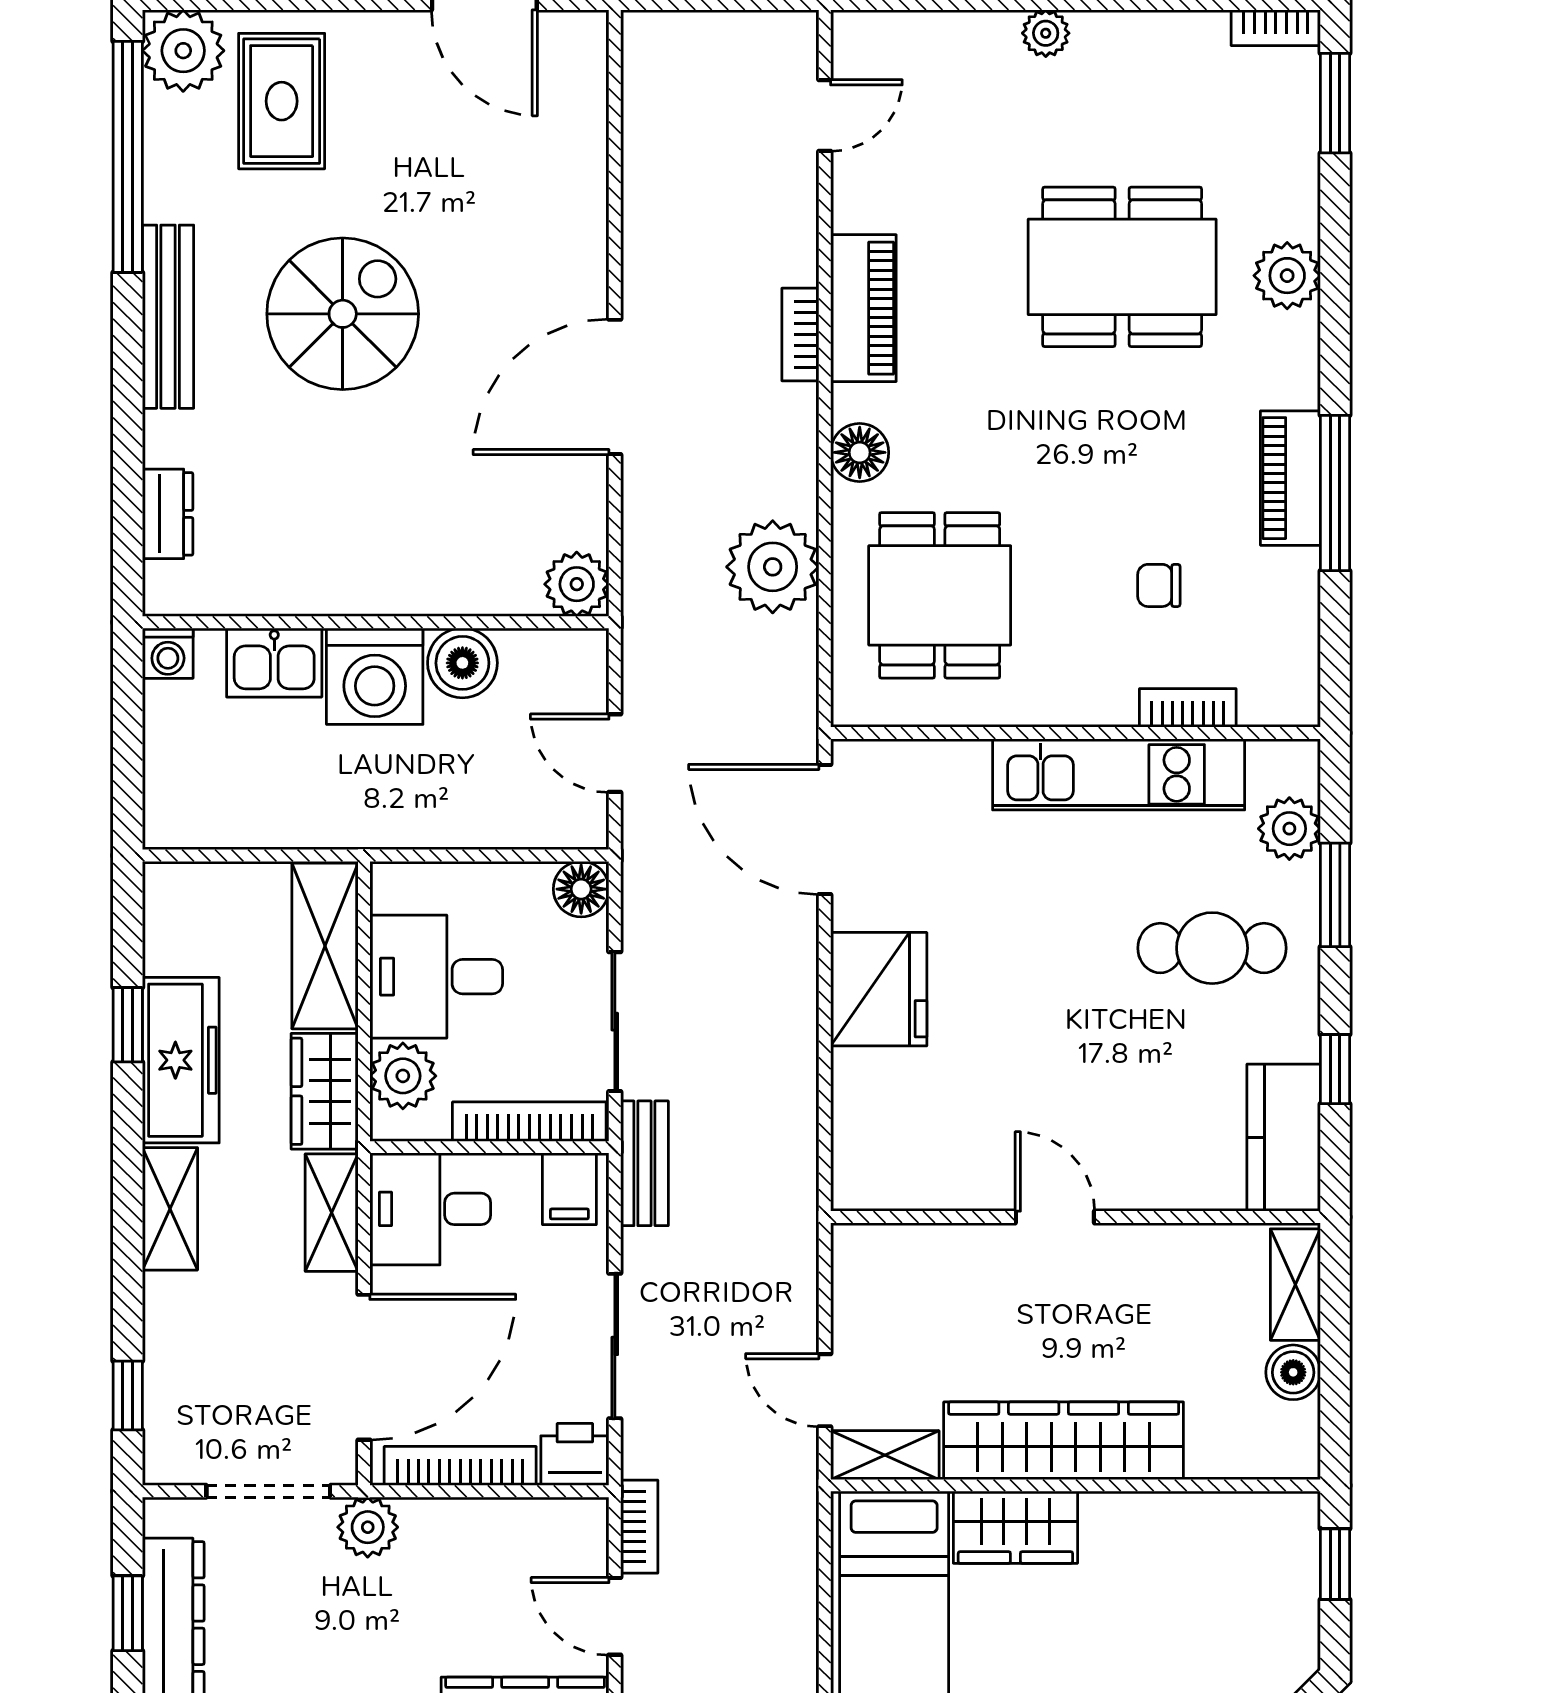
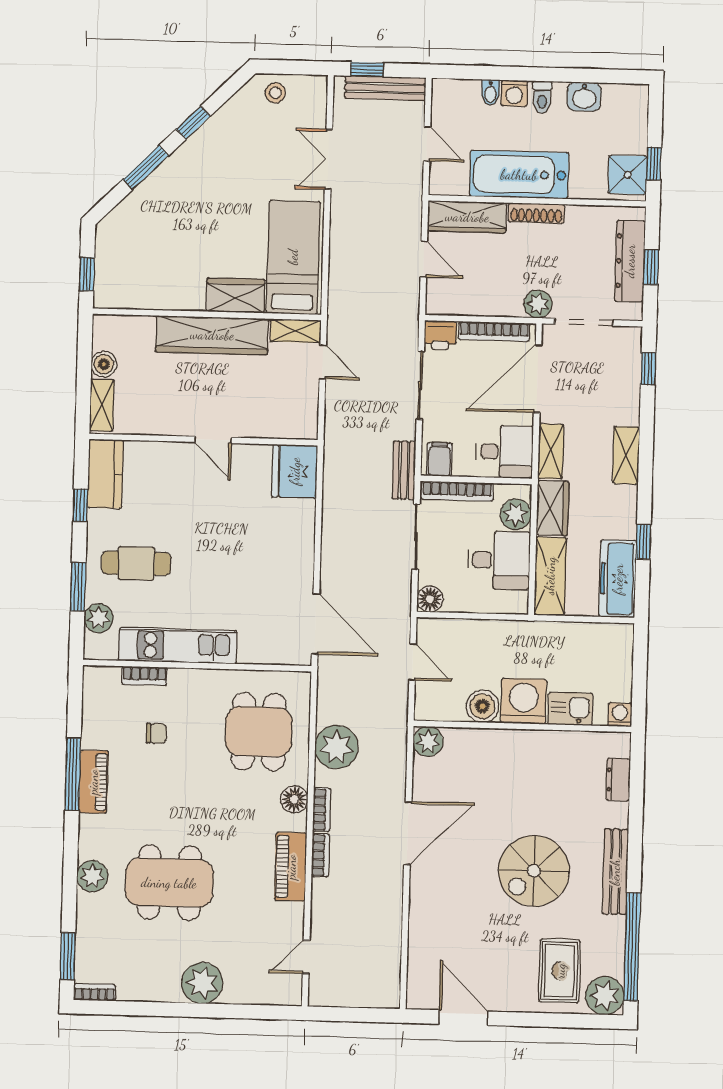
plant: (1046, 33) -> (202, 983), width x1.88, depth x1.88
fridge: (879, 989) -> (295, 471), moved
freezer: (181, 1060) -> (618, 579), moved
bookcase: (639, 1527) -> (322, 810), moved, turned 180

